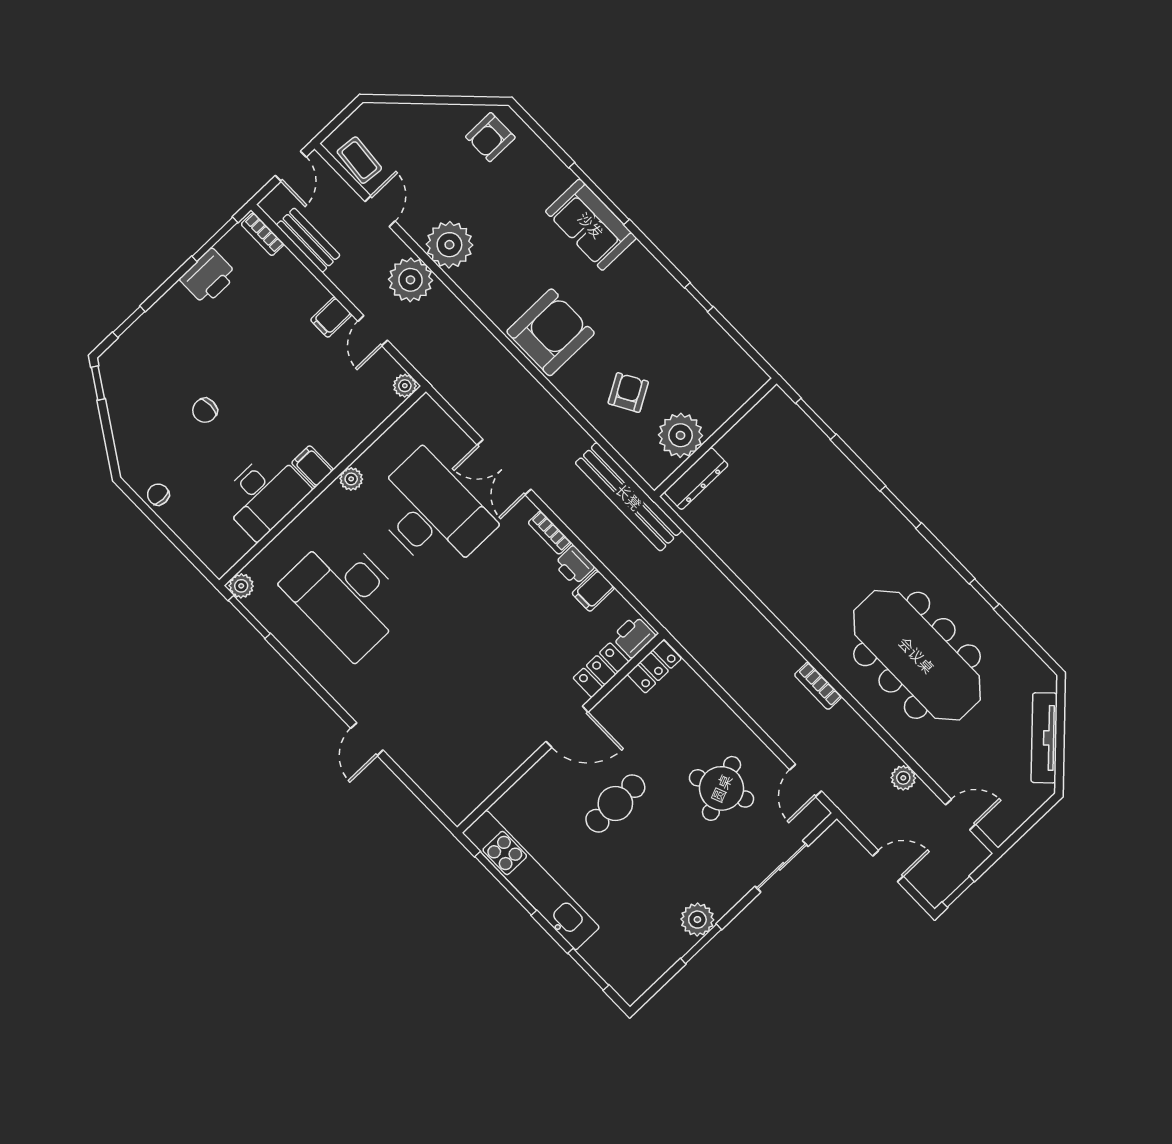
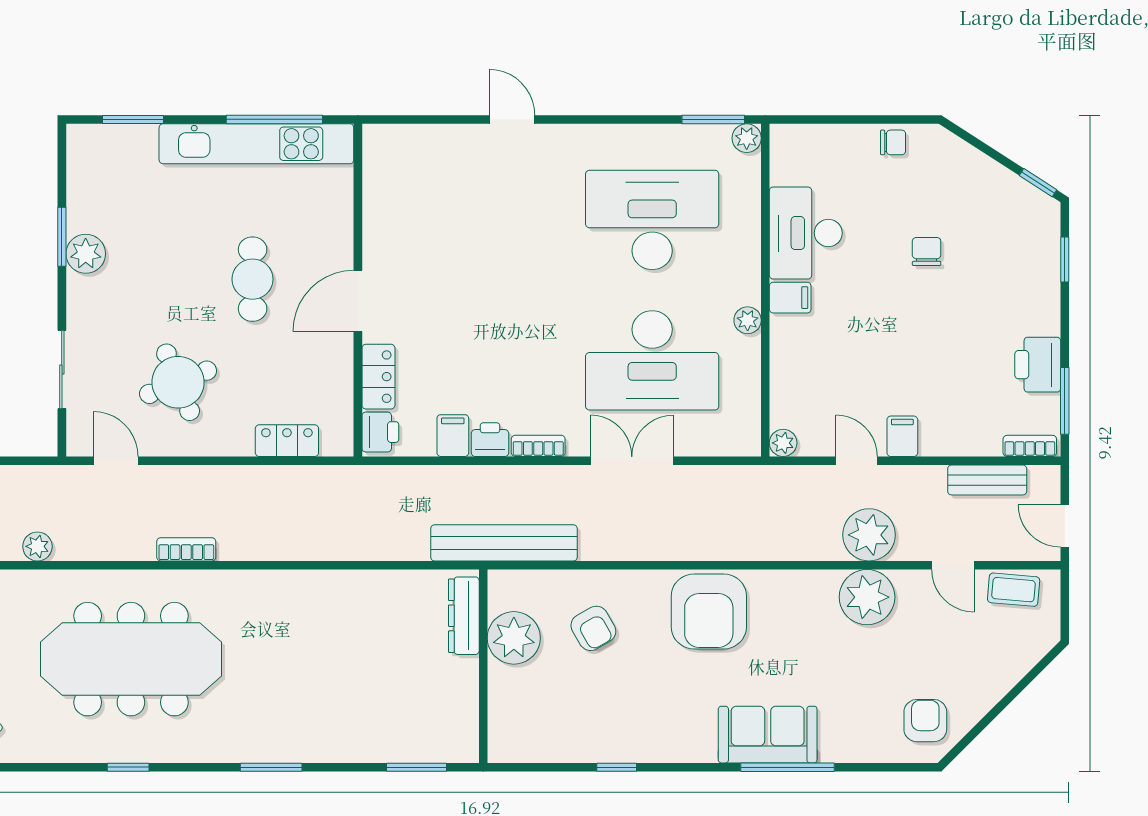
locker: (654, 666) -> (287, 441), moved, turned 90

